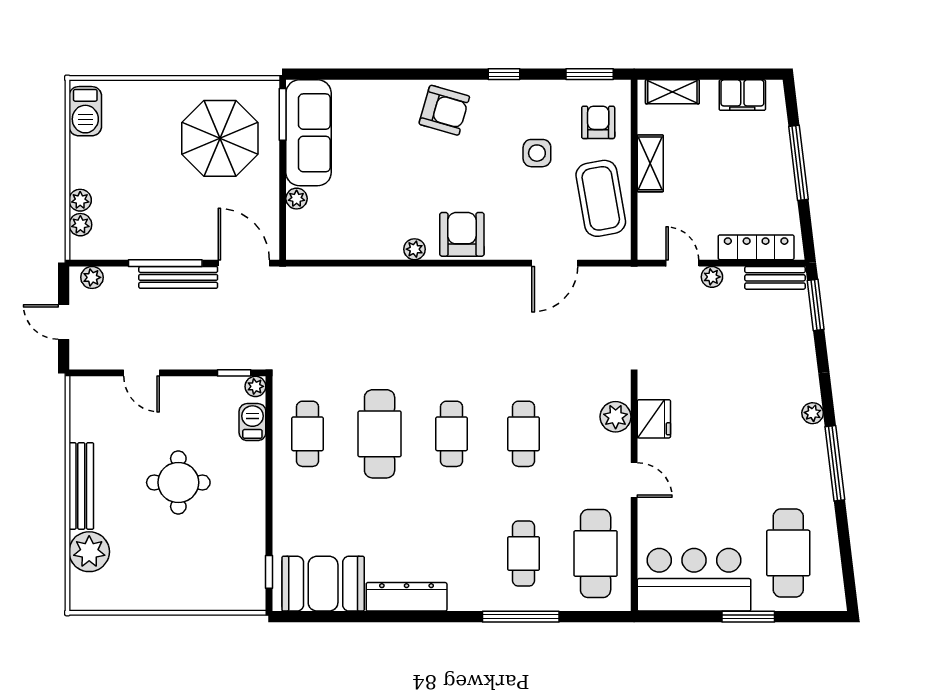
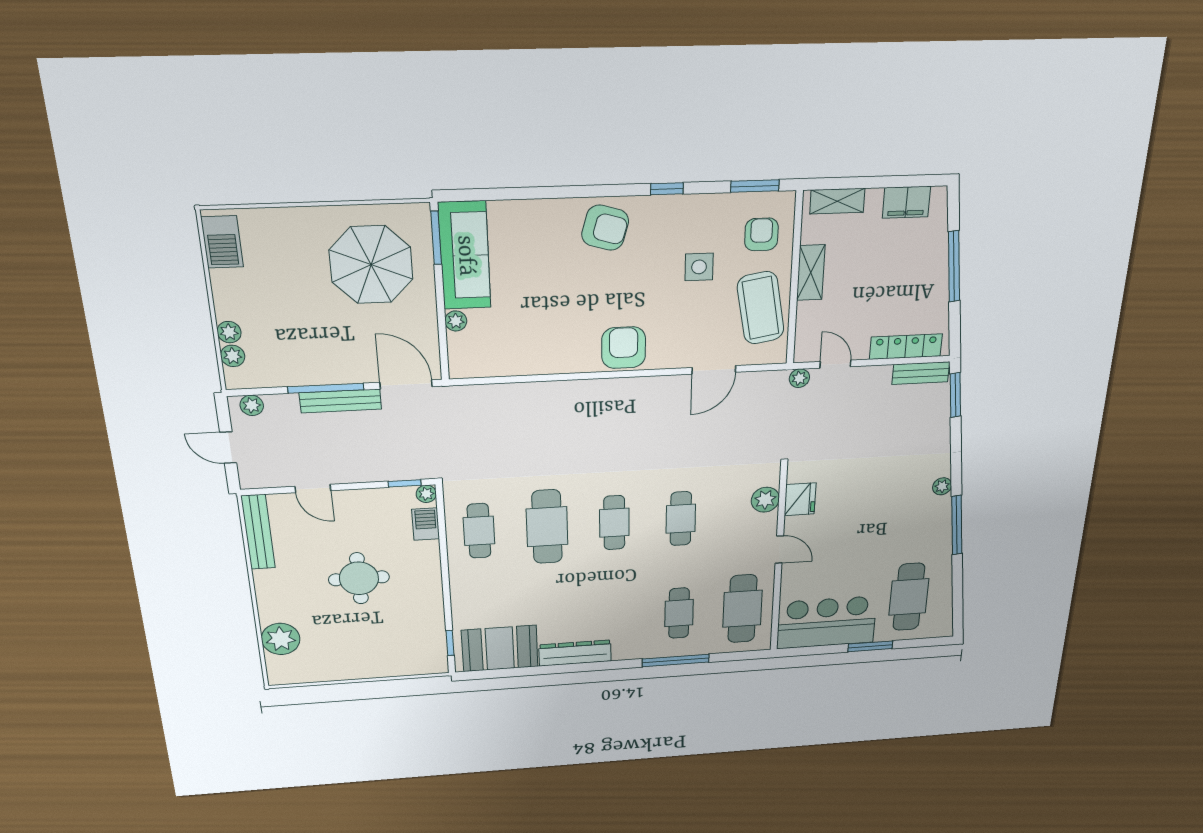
plant: (415, 249) -> (577, 364), removed
plant: (712, 277) -> (799, 378), moved
bench: (81, 486) -> (258, 532), moved

